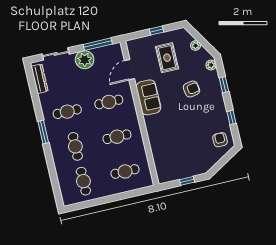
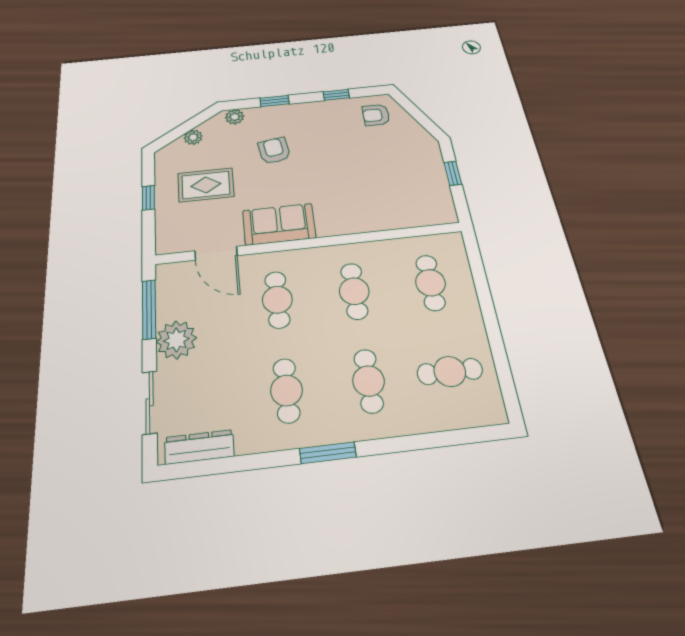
cafe table: (75, 146) -> (369, 381), turned 90

